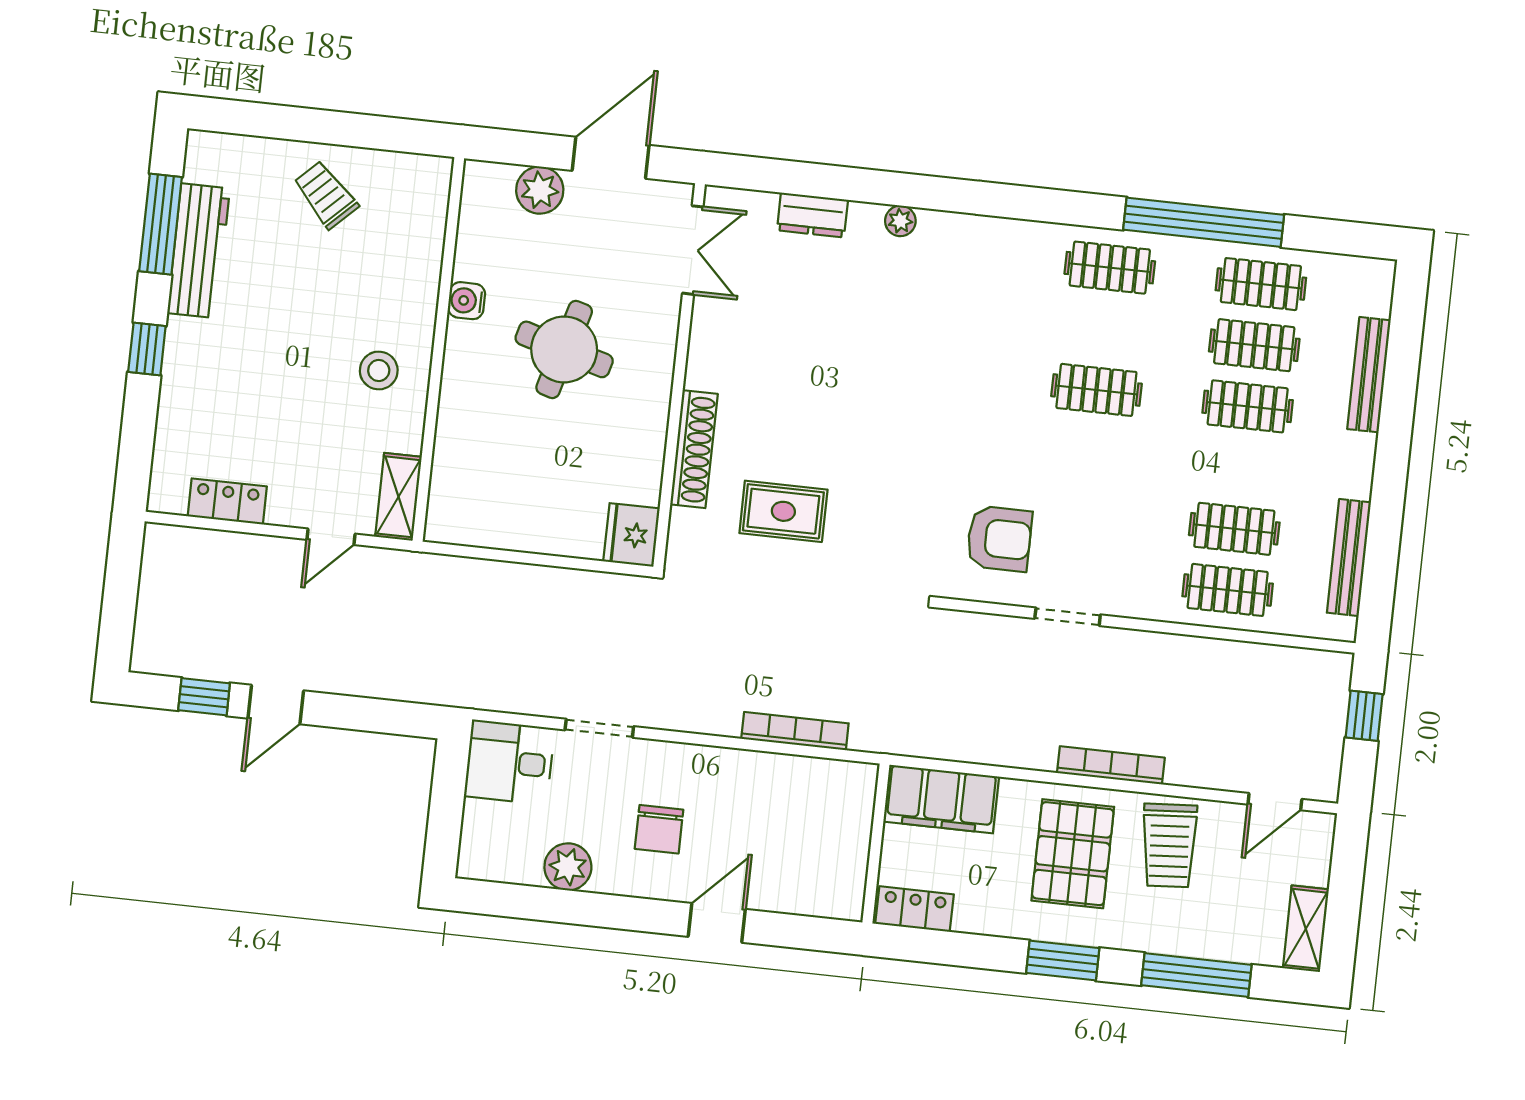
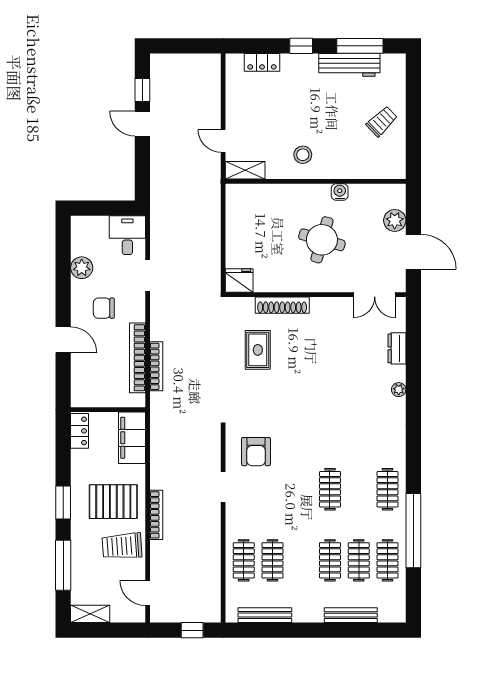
locker: (227, 501) -> (262, 62), moved, turned 90
bookcase: (772, 769) -> (137, 358), added

